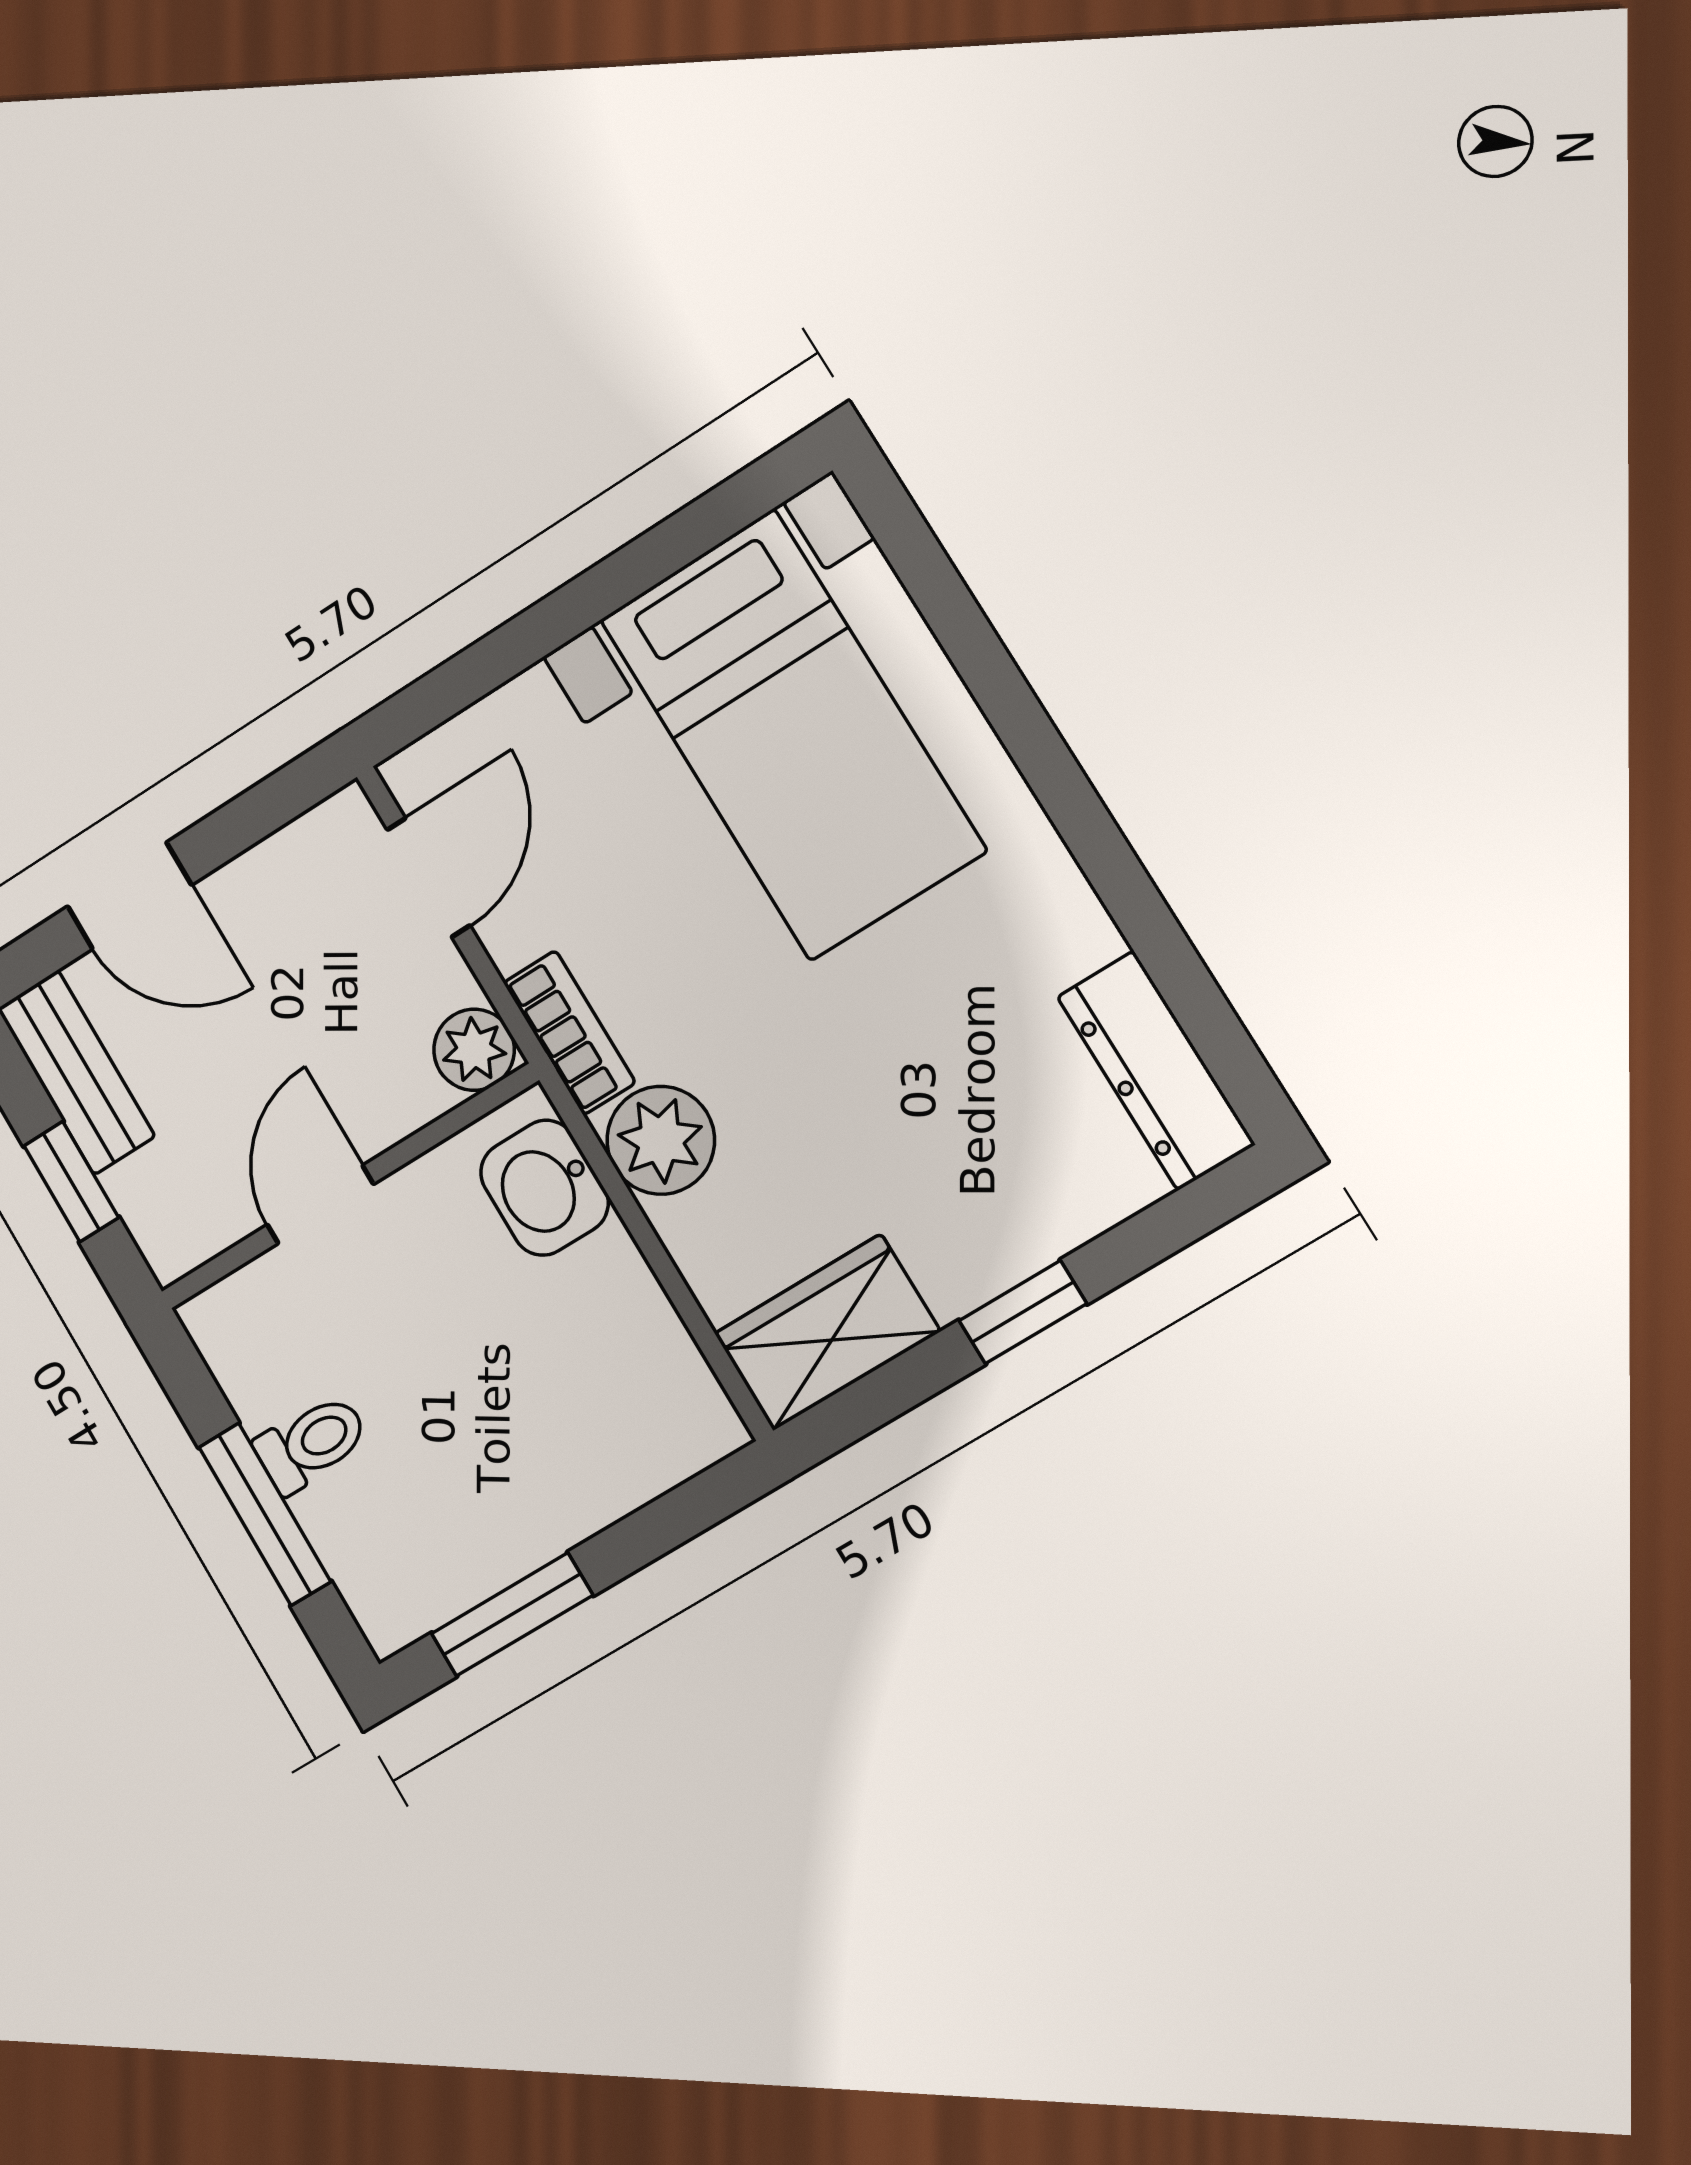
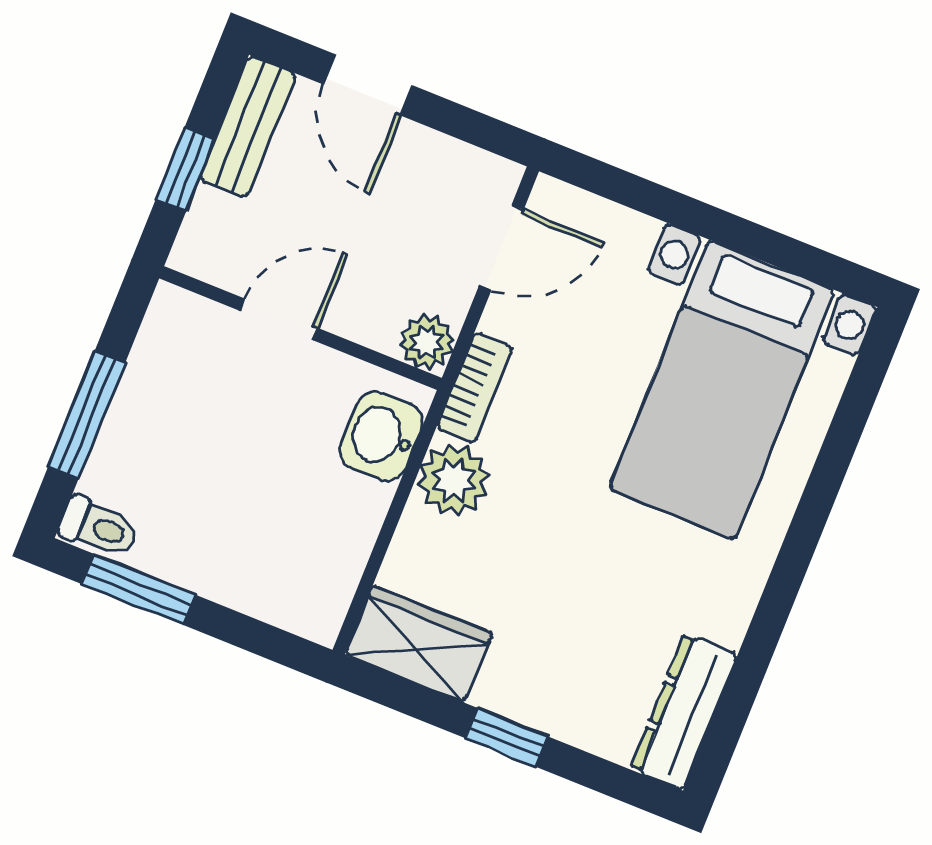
toilet: (311, 1443) -> (99, 527), moved

